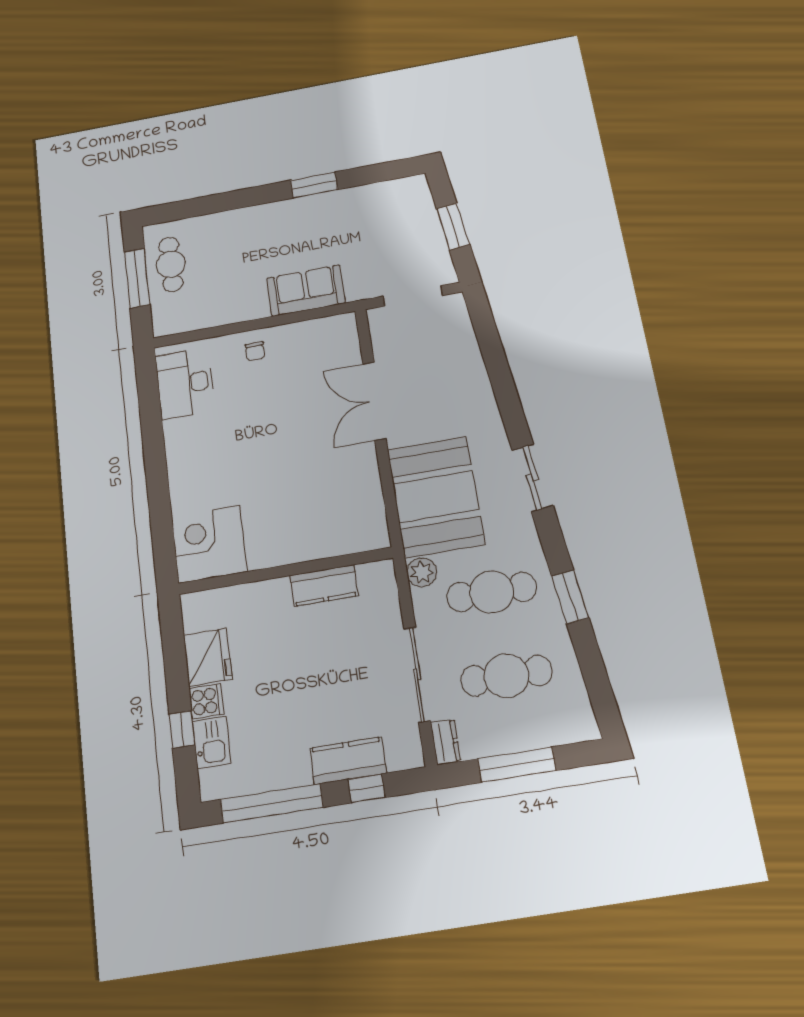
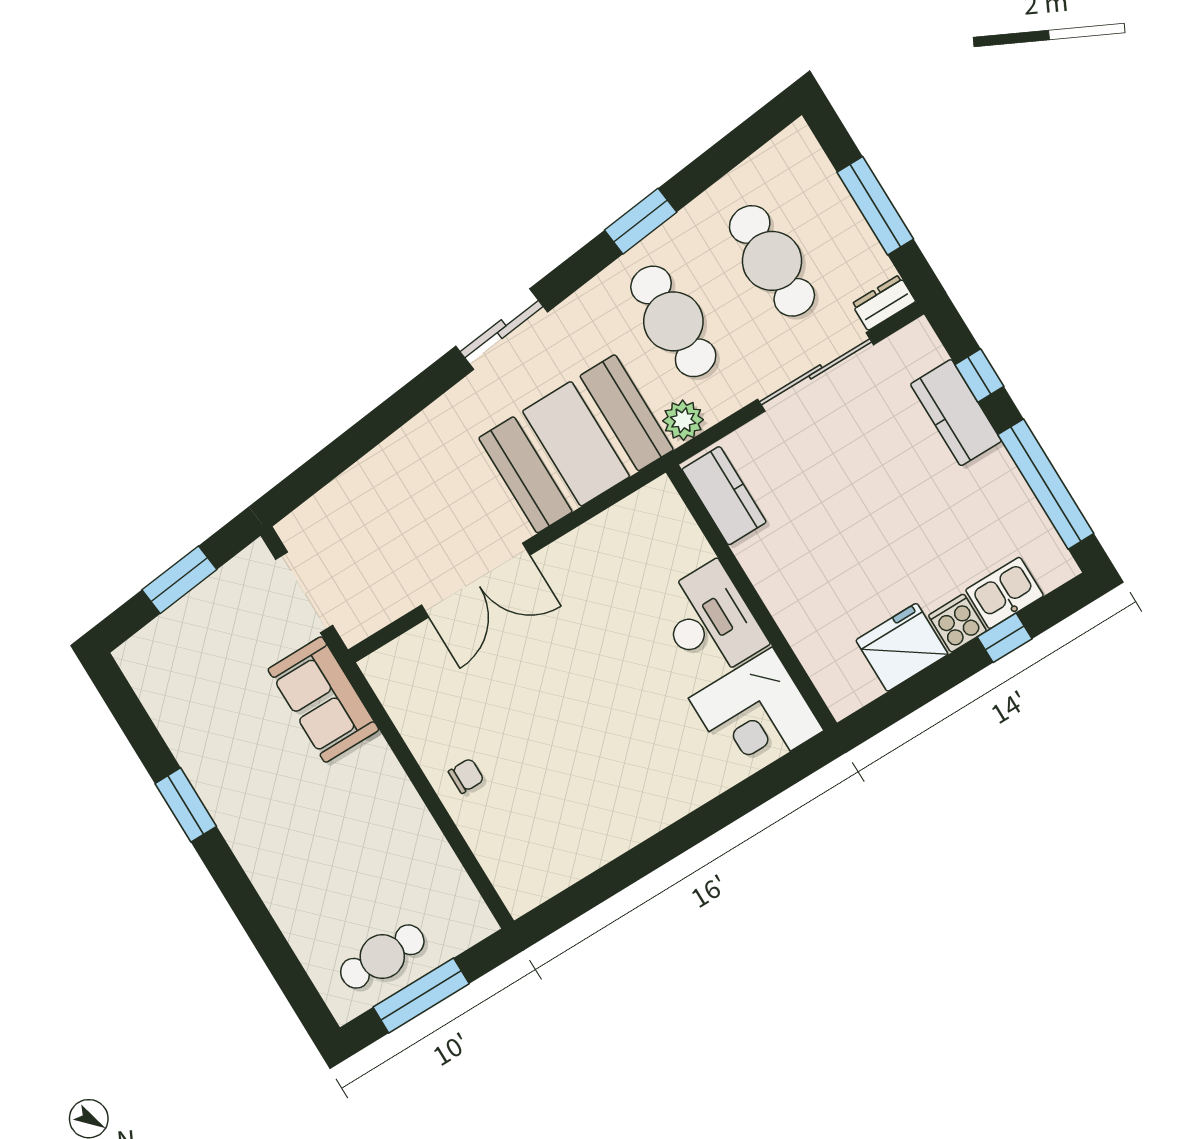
sofa: (306, 291) -> (323, 700), moved
desk: (185, 383) -> (710, 621), moved, turned -90
kitchen counter: (324, 585) -> (724, 496), moved

